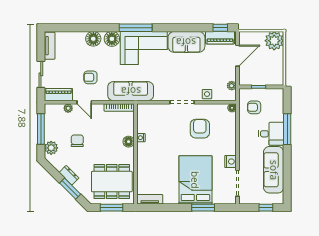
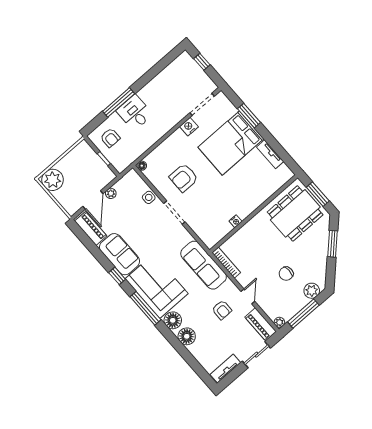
window: (220, 28) -> (117, 276), moved
door: (238, 56) -> (93, 200), swing flipped
plant: (232, 86) -> (111, 193), moved
armchair: (254, 107) -> (110, 138), moved
plant: (68, 108) -> (279, 322), moved
floor lamp: (129, 142) -> (248, 229), removed
sofa: (274, 170) -> (164, 84), removed
dresser: (69, 175) -> (322, 255), removed
dining table: (112, 182) -> (295, 213), turned 90
tv unit: (150, 199) -> (270, 154), moved

